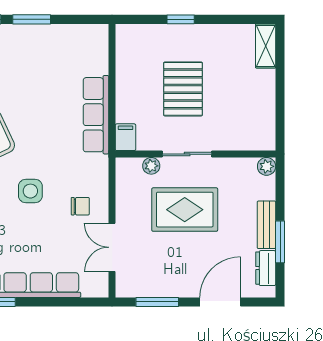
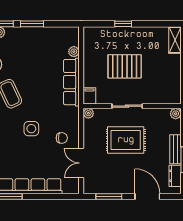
plant: (100, 65) -> (74, 52), added
pallet: (183, 89) -> (125, 66), turned 90
plant: (151, 166) -> (88, 113), moved
door: (220, 302) -> (147, 196), hinge flipped

